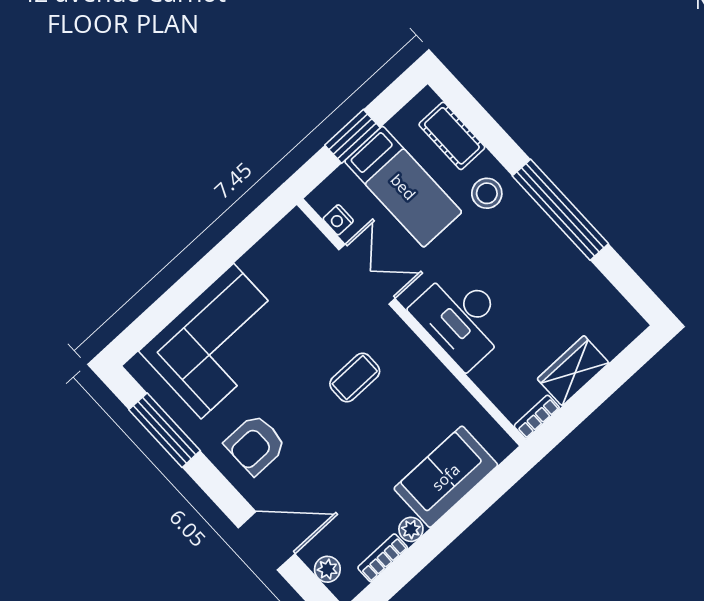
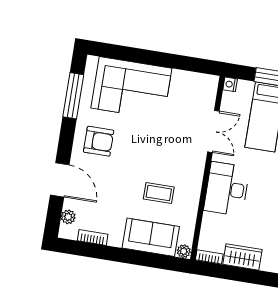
nightstand: (338, 220) -> (230, 84), moved
coffee table: (355, 378) -> (159, 193), moved
armchair: (255, 445) -> (99, 141), turned 180
plant: (411, 529) -> (184, 251), moved

